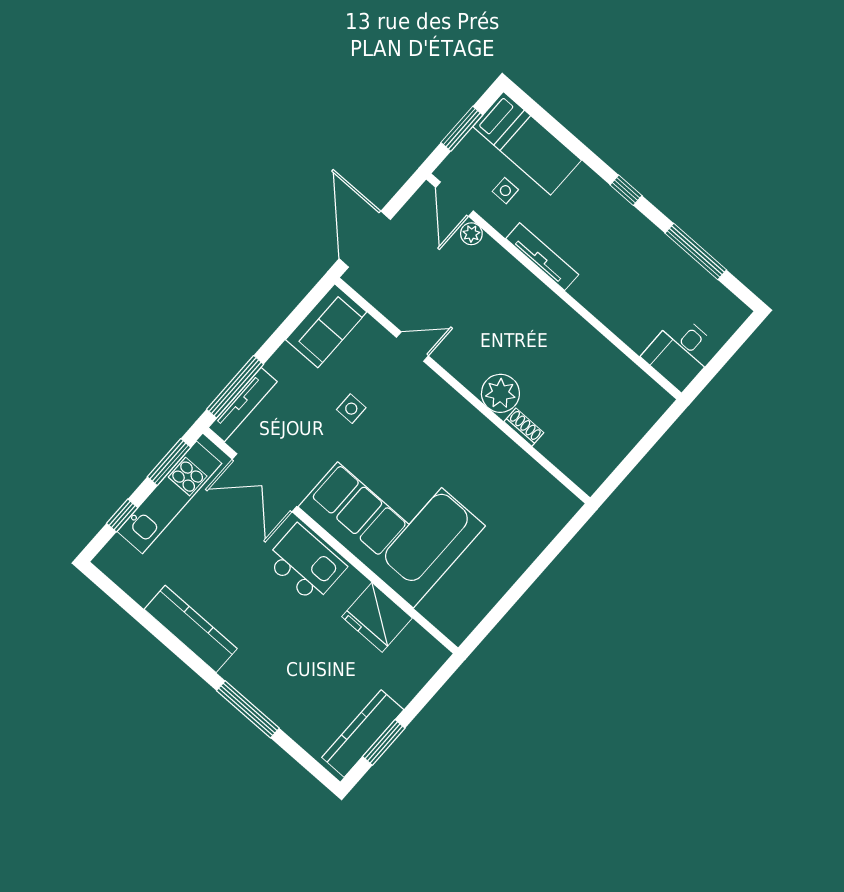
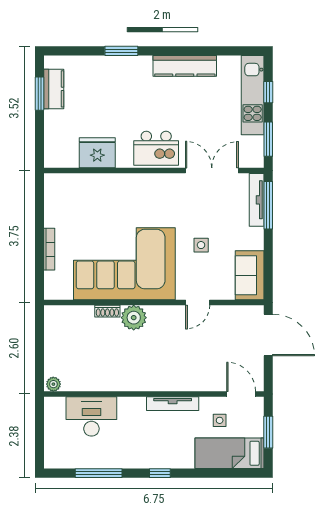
plant: (471, 234) -> (53, 384), moved
desk: (680, 352) -> (91, 416), moved, width x1.37
kitchen unit: (169, 497) -> (253, 95), moved
corner sofa: (392, 516) -> (124, 264), moved, turned 180
bookcase: (528, 556) -> (49, 249), added
window: (248, 709) -> (121, 51), width x0.69
kitchen counter: (363, 734) -> (54, 89), width x0.67

